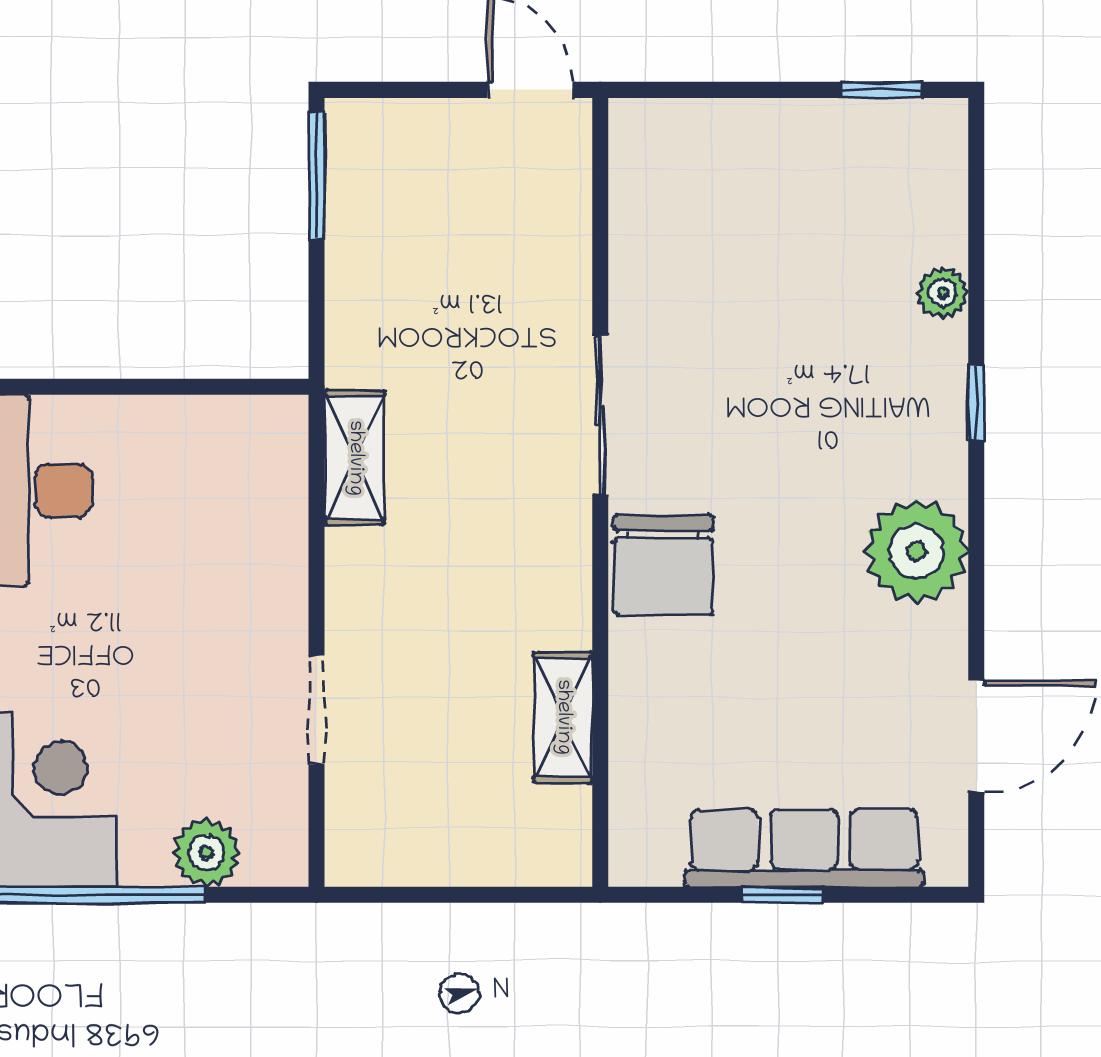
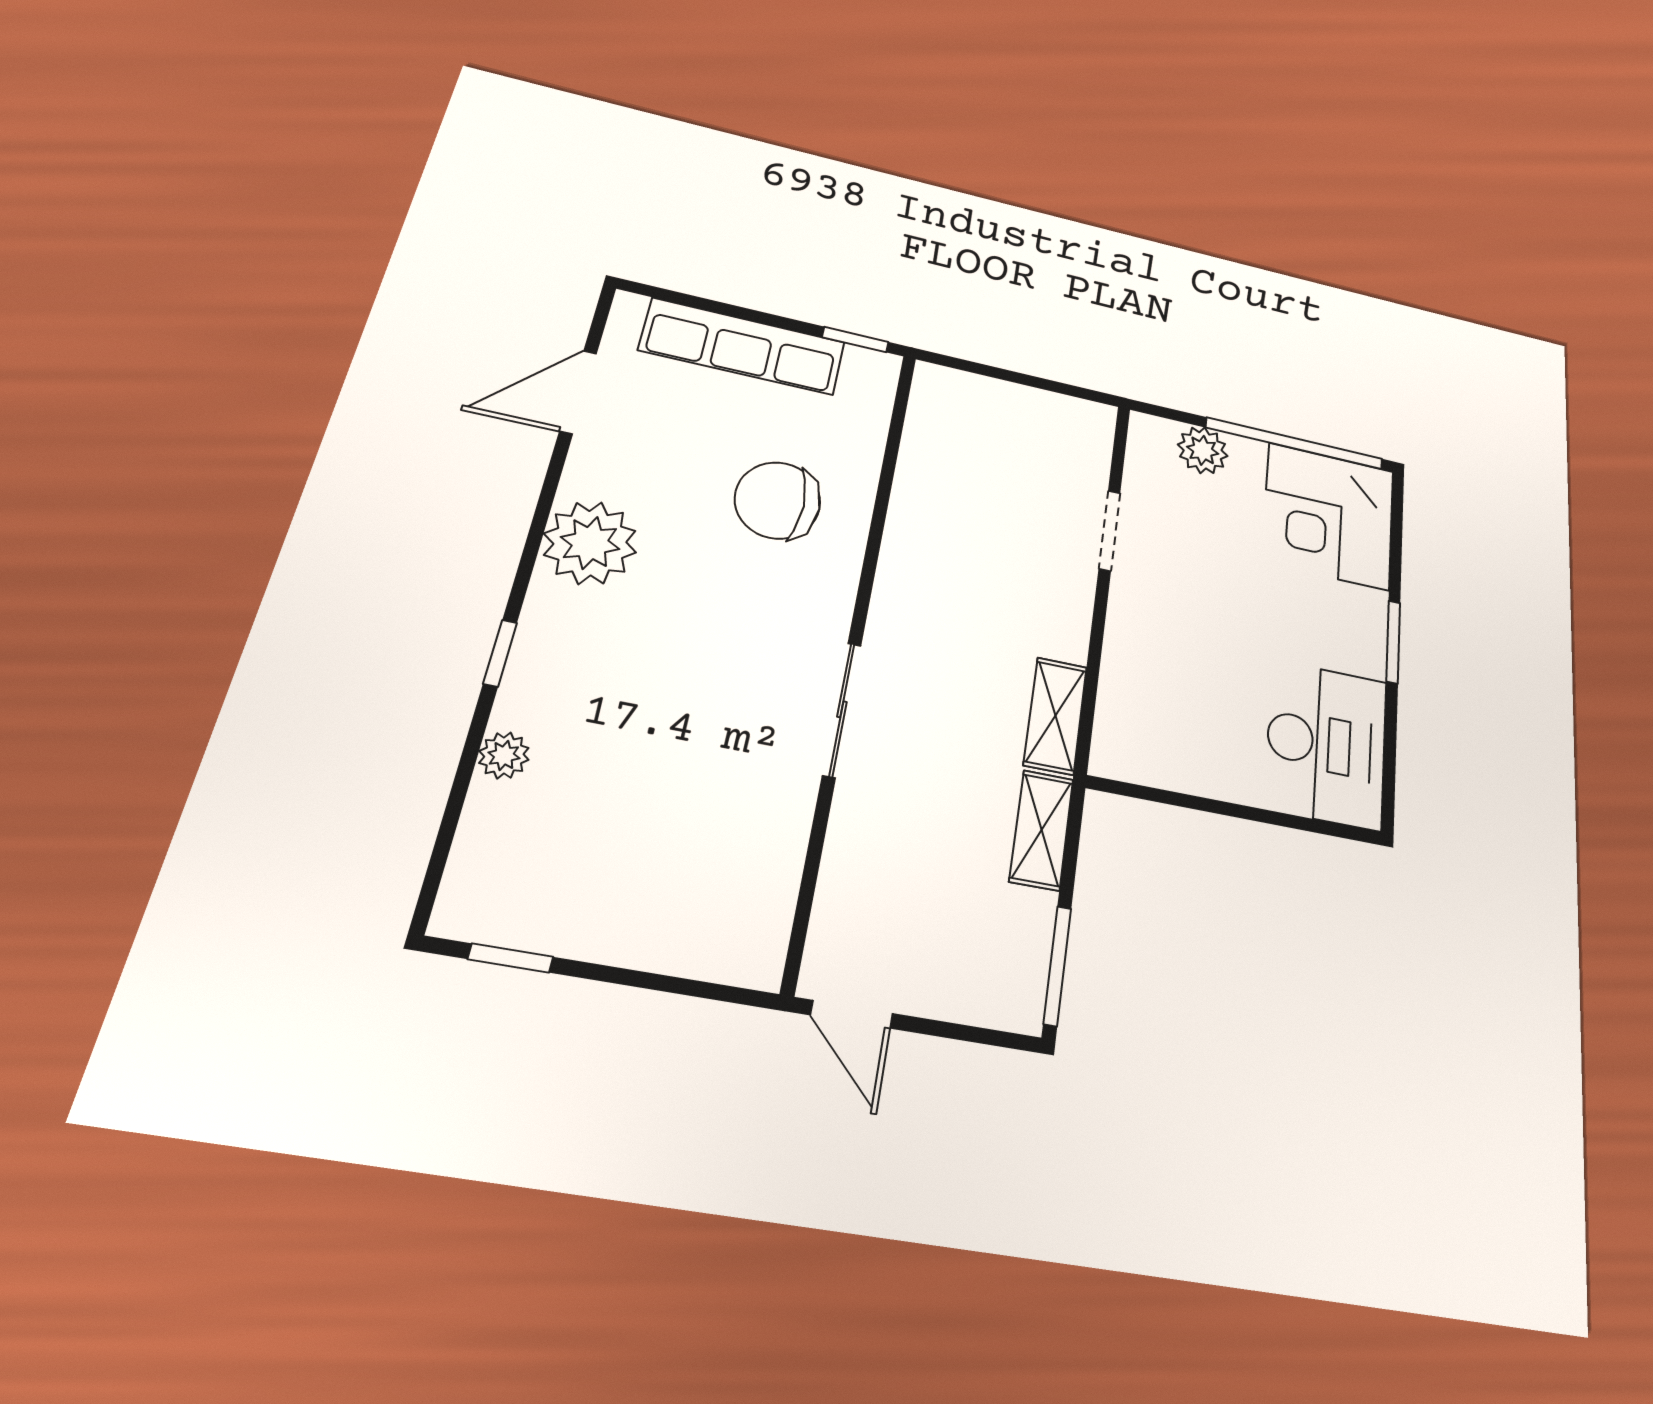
chair: (663, 565) -> (778, 500), moved, turned -90
shelving: (563, 717) -> (1041, 830), moved
window: (782, 895) -> (855, 340), moved

